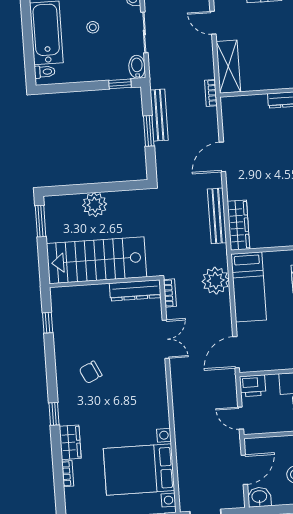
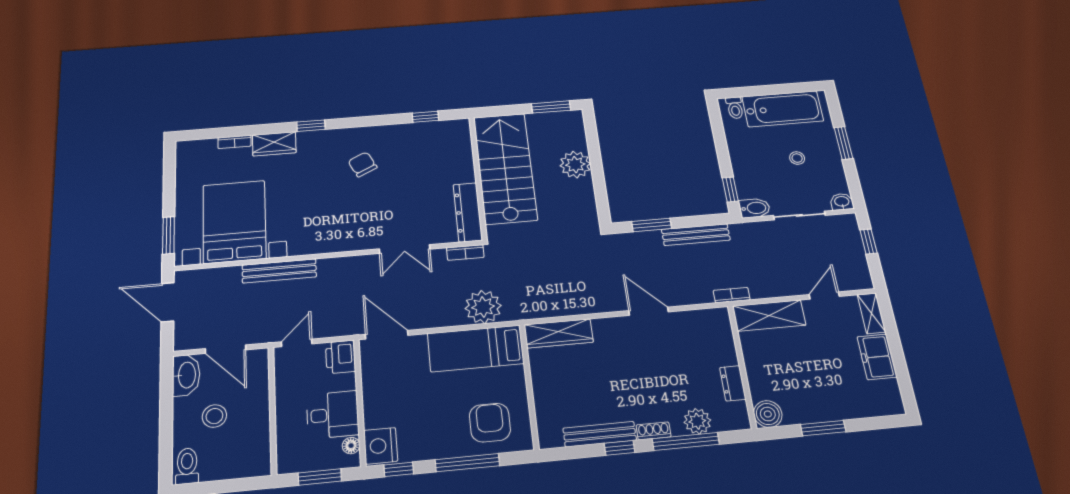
window: (149, 131) -> (652, 225), moved
bench: (217, 216) -> (279, 271), moved
washbasin: (259, 497) -> (186, 375), width x1.38

